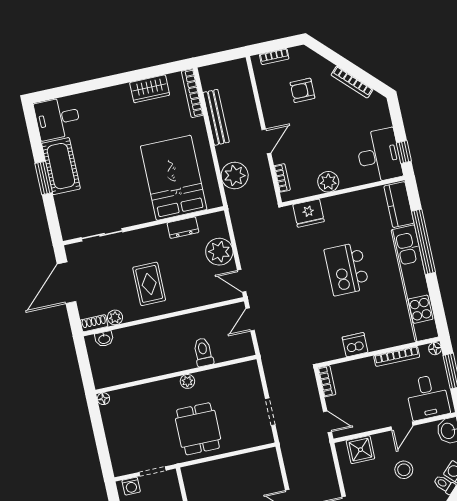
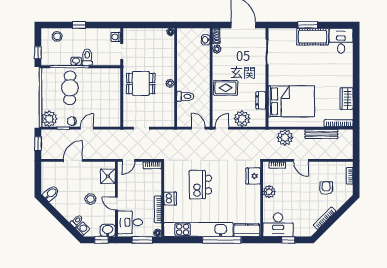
window: (404, 152) -> (288, 240), moved
kitchen island: (347, 269) -> (201, 185), moved, turned -90
rug: (149, 284) -> (226, 88), moved
dishwasher: (355, 345) -> (170, 199), moved

